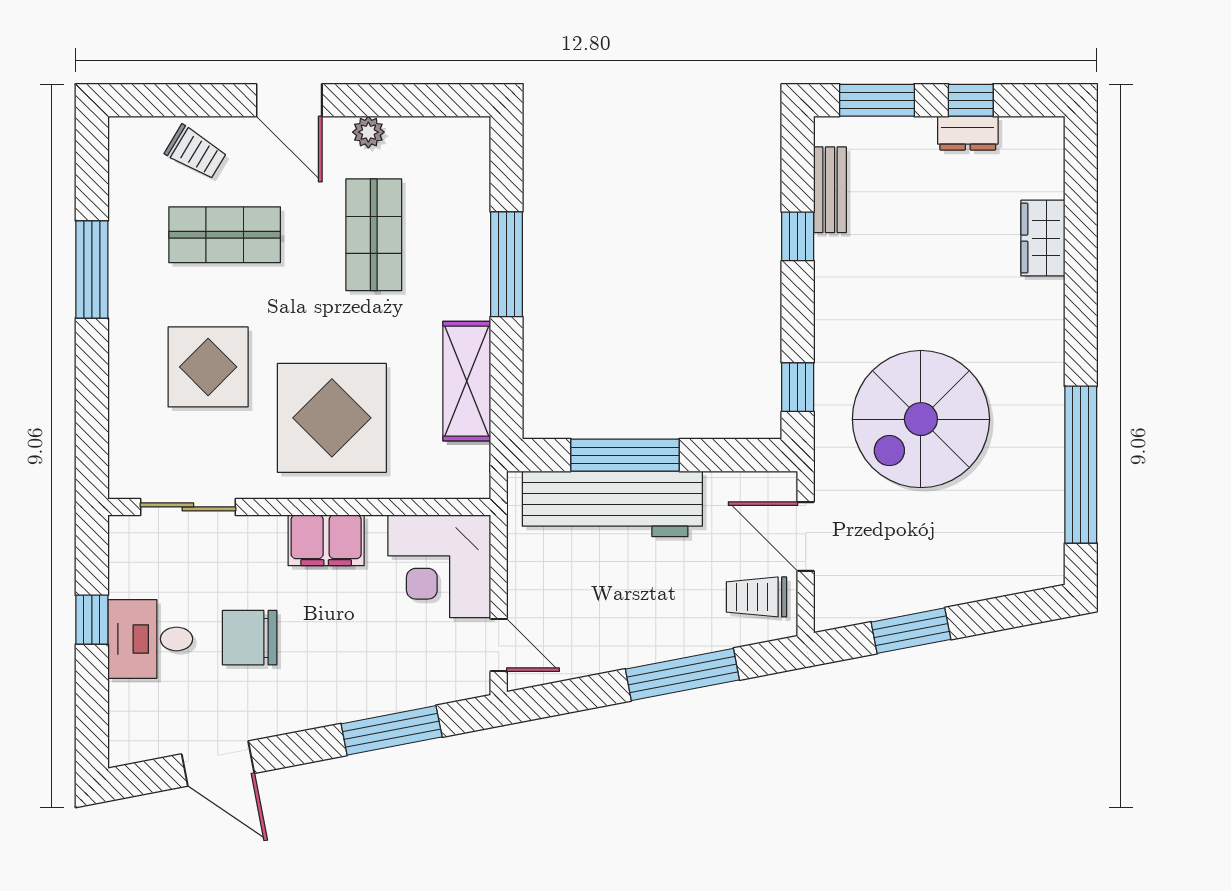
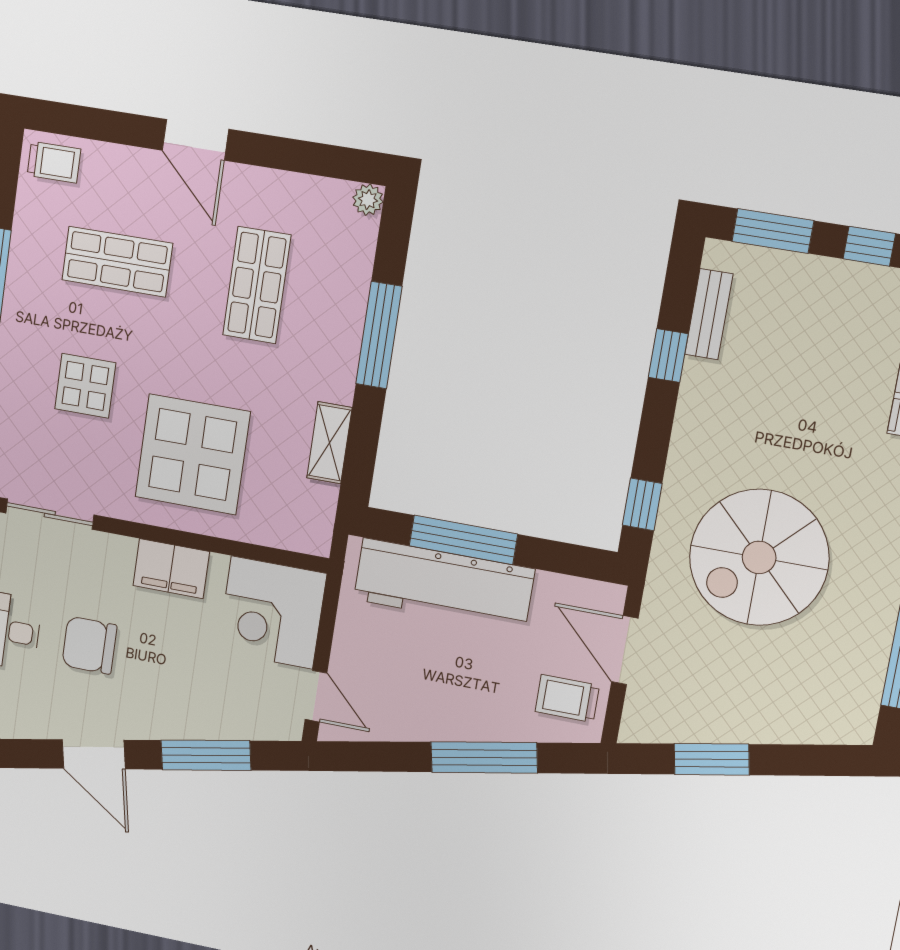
plant: (368, 132) -> (368, 200), moved
dresser: (968, 133) -> (860, 280), removed
trolley: (196, 152) -> (54, 162), moved, turned -31
display table: (208, 367) -> (85, 386), width x0.73, depth x0.73
shelving: (467, 381) -> (329, 443), width x0.67, depth x0.75
door: (218, 764) -> (94, 754), moved

